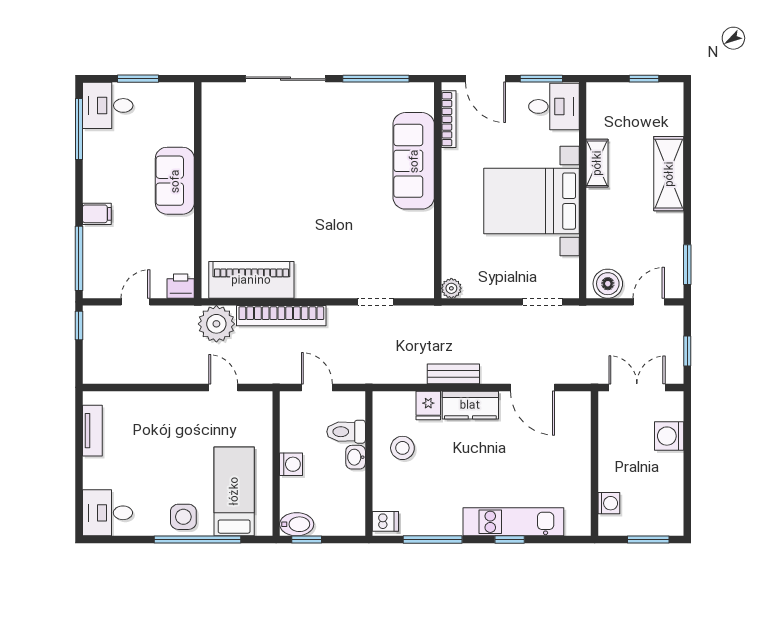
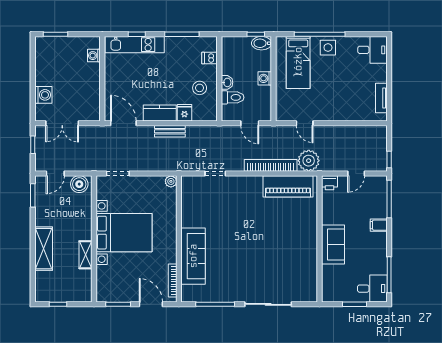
desk: (554, 106) -> (111, 288), removed
wall: (595, 463) -> (102, 79), moved
washing machine: (609, 503) -> (94, 56), moved
dishwasher: (385, 521) -> (210, 58), moved

